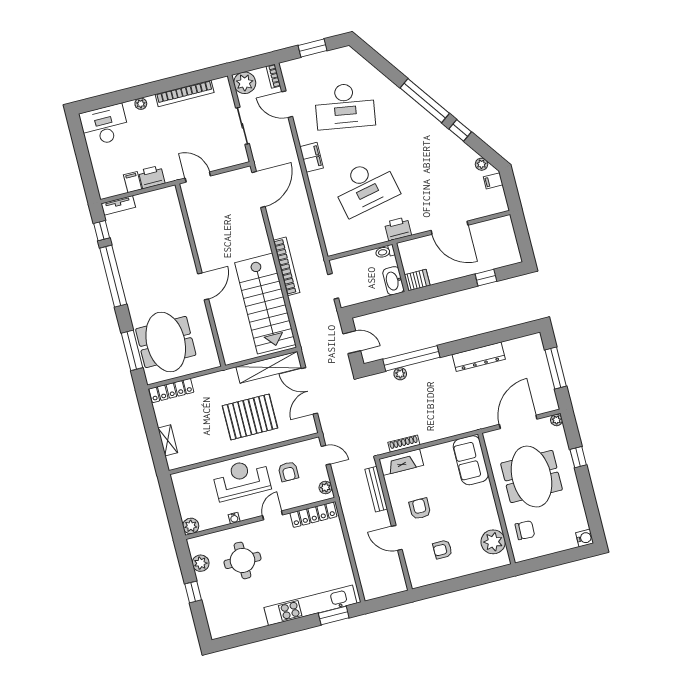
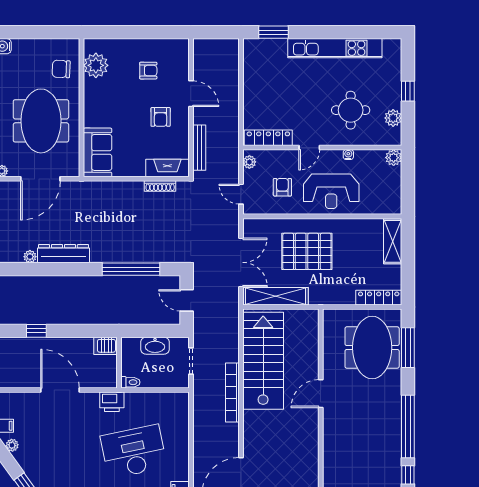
washbasin: (393, 281) -> (155, 346), moved, turned 90
plant: (400, 374) -> (30, 257), moved
shelving: (168, 440) -> (393, 241), width x1.50, depth x1.33
kitchen unit: (310, 605) -> (335, 48), moved

